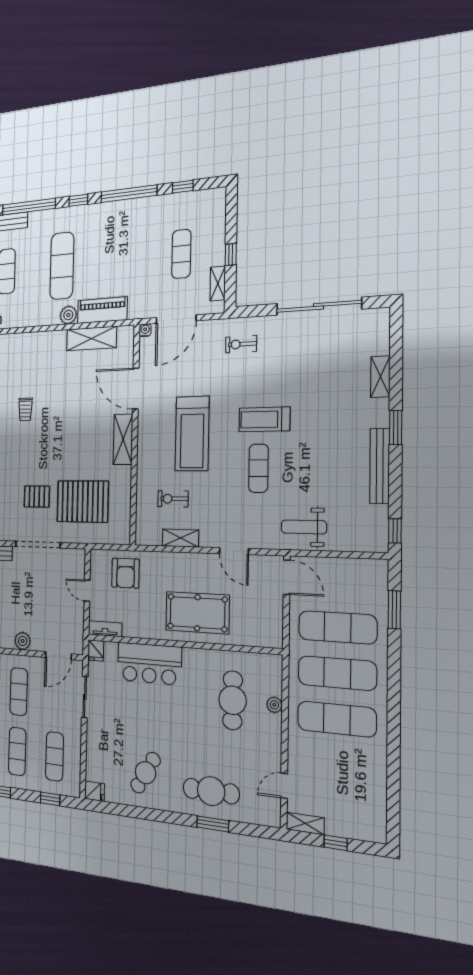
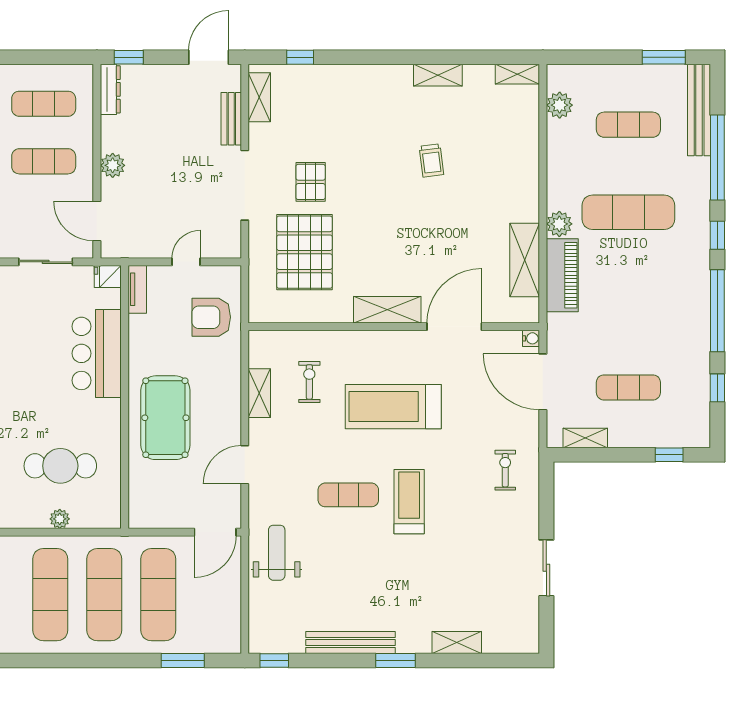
window: (231, 254) -> (669, 455), moved
sliding door: (319, 306) -> (546, 568), width x0.54
trolley: (25, 409) -> (431, 160), turned -97

